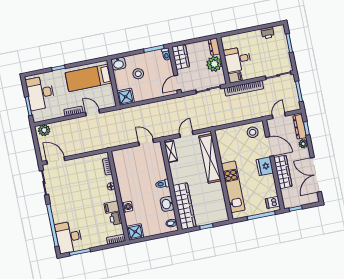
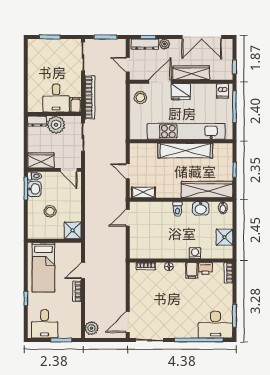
printer: (268, 33) -> (34, 59), removed
washbasin: (118, 64) -> (34, 189), moved
desk: (40, 93) -> (45, 324), width x0.73
shelving: (210, 158) -> (185, 151), moved
kitchen unit: (233, 187) -> (186, 131), width x1.36
shower: (135, 232) -> (224, 237), moved

